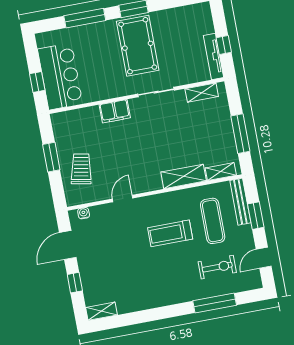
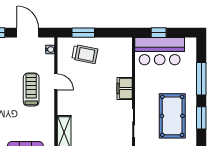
pool table: (138, 46) -> (172, 116), turned 90
window: (51, 157) -> (83, 33), moved
treadmill: (170, 233) -> (31, 90), moved

